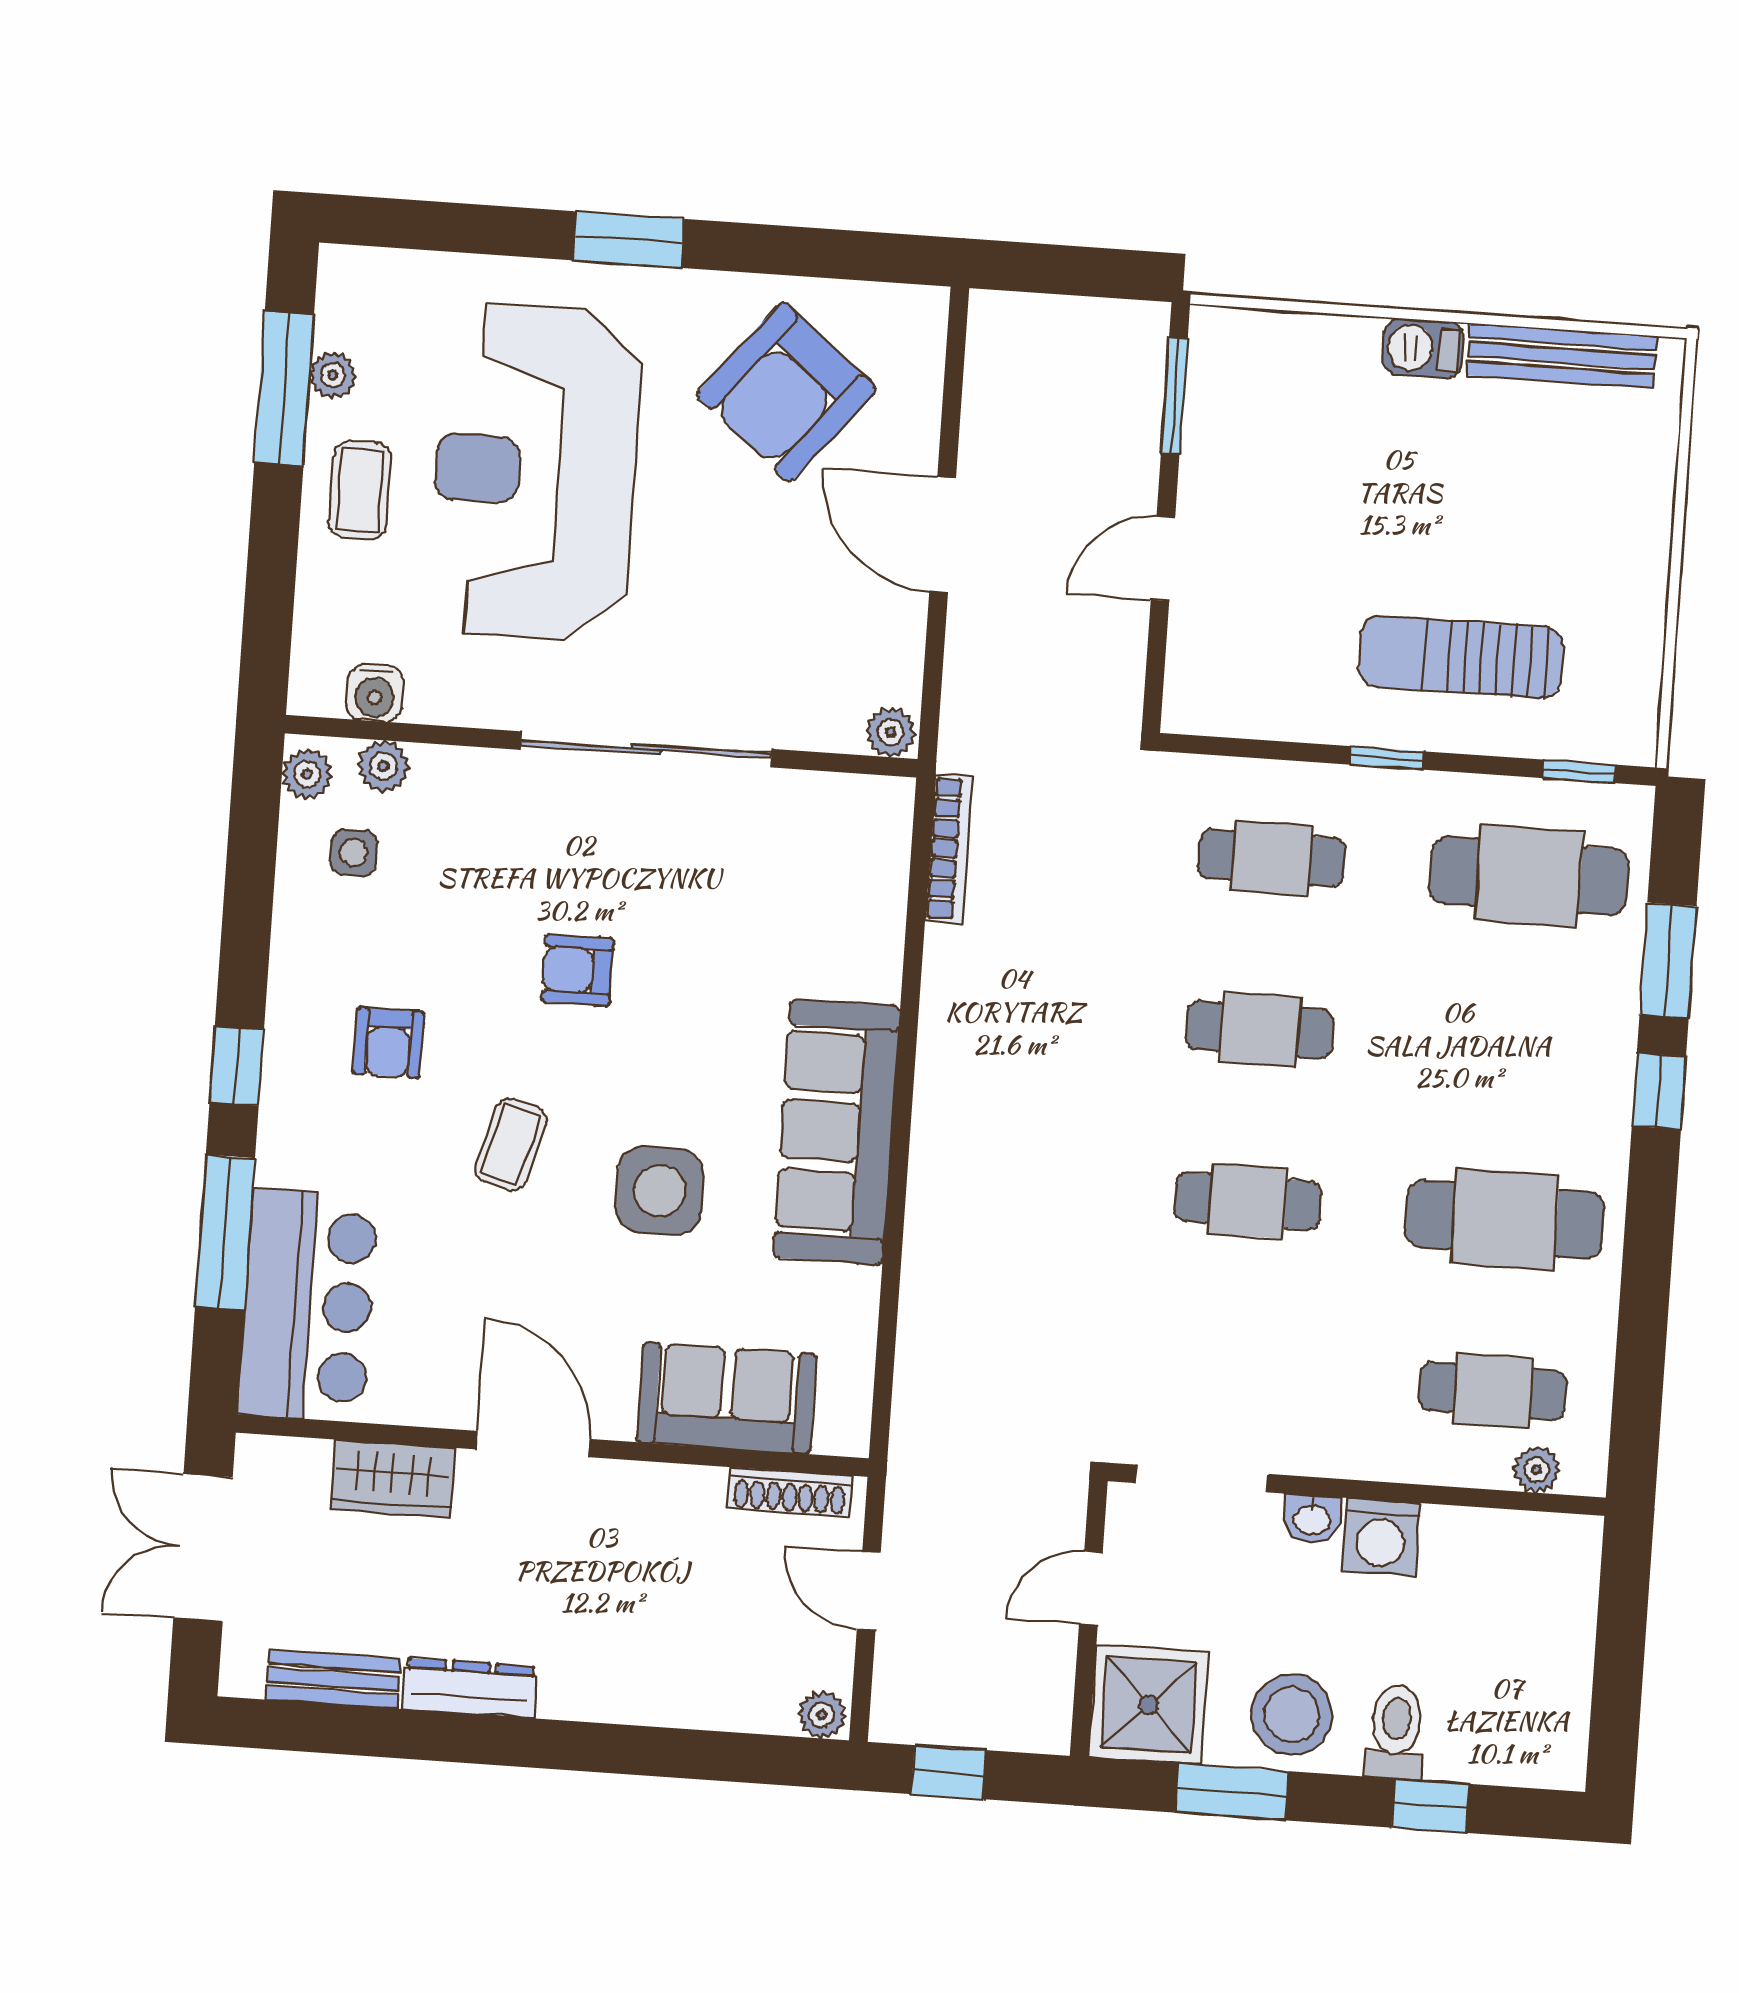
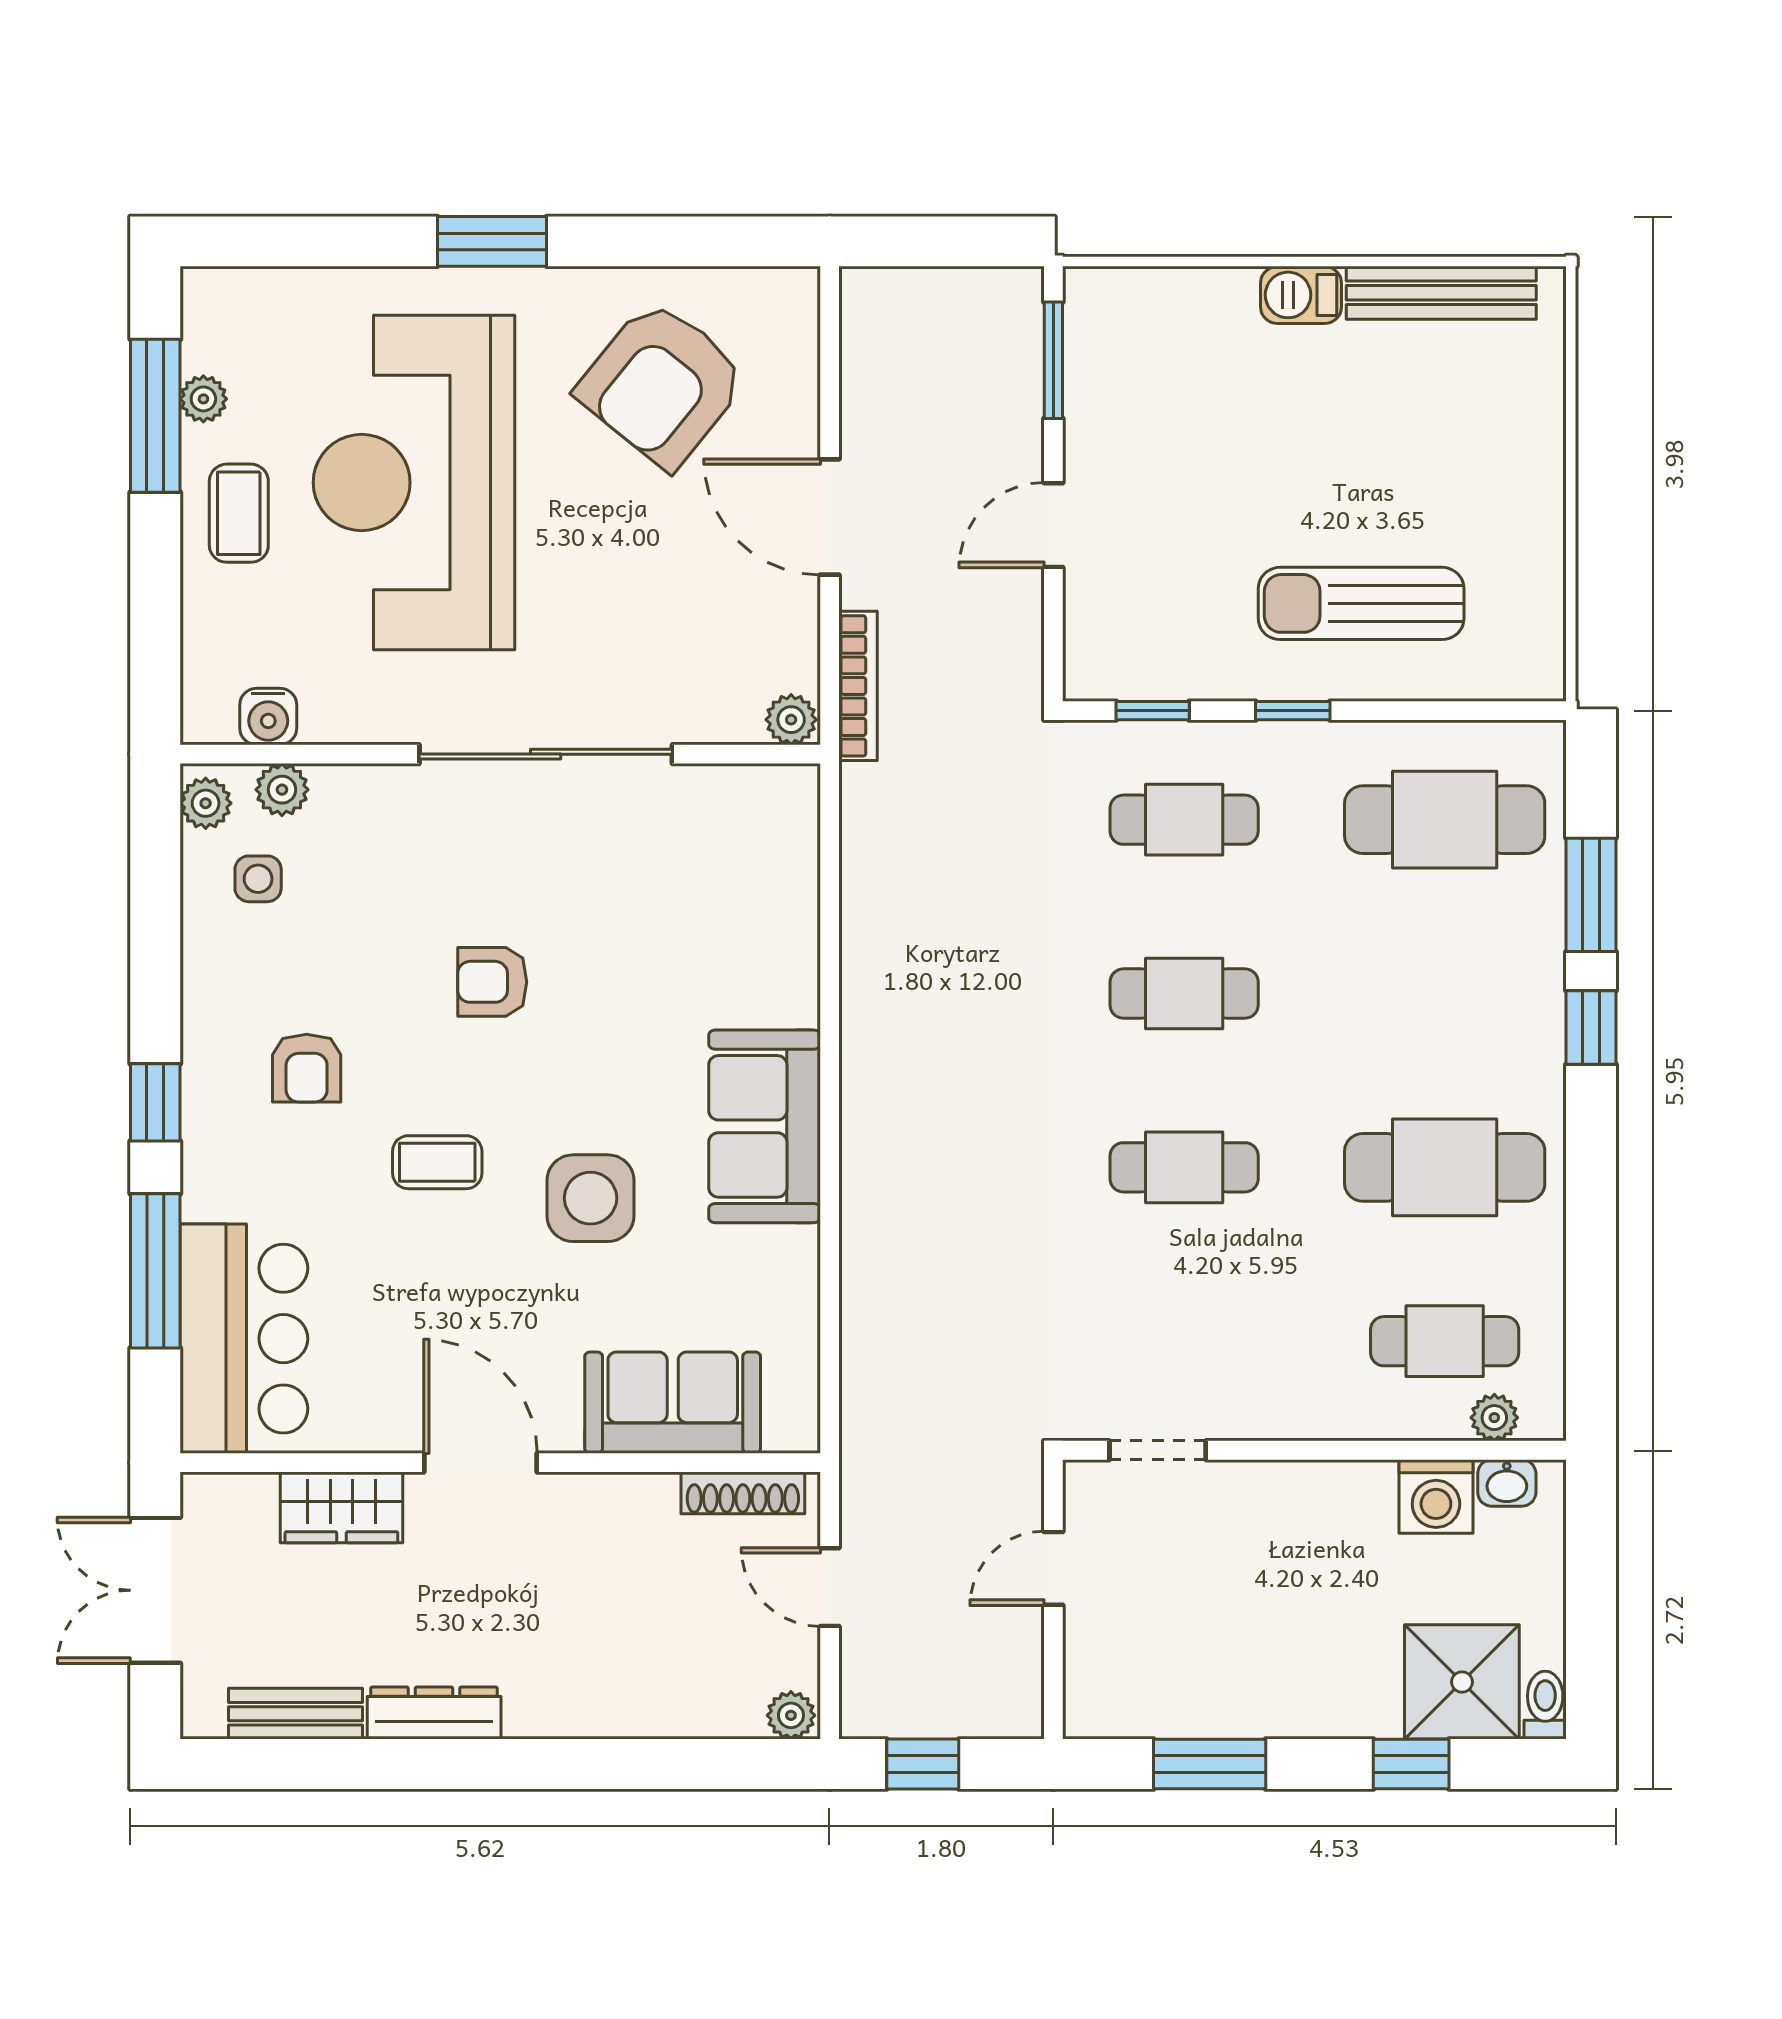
window: (1579, 771) -> (1153, 711), moved
bookcase: (949, 849) -> (858, 686), moved
sofa: (836, 1132) -> (765, 1126), width x0.73
coffee table: (511, 1145) -> (437, 1162), turned 74
doorway: (1202, 1479) -> (1158, 1450), width x0.73
washbasin: (1312, 1519) -> (1507, 1483), moved
washing machine: (1381, 1537) -> (1436, 1496), moved
shower: (1149, 1705) -> (1462, 1682), moved
stool: (1292, 1715) -> (1265, 1682), removed
toilet: (1396, 1732) -> (1545, 1705), moved, width x0.73, depth x0.72

